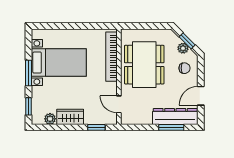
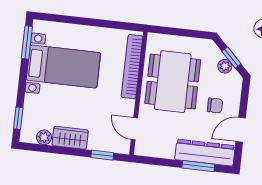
chair: (185, 68) -> (215, 106), moved
window: (28, 73) -> (27, 42), moved

